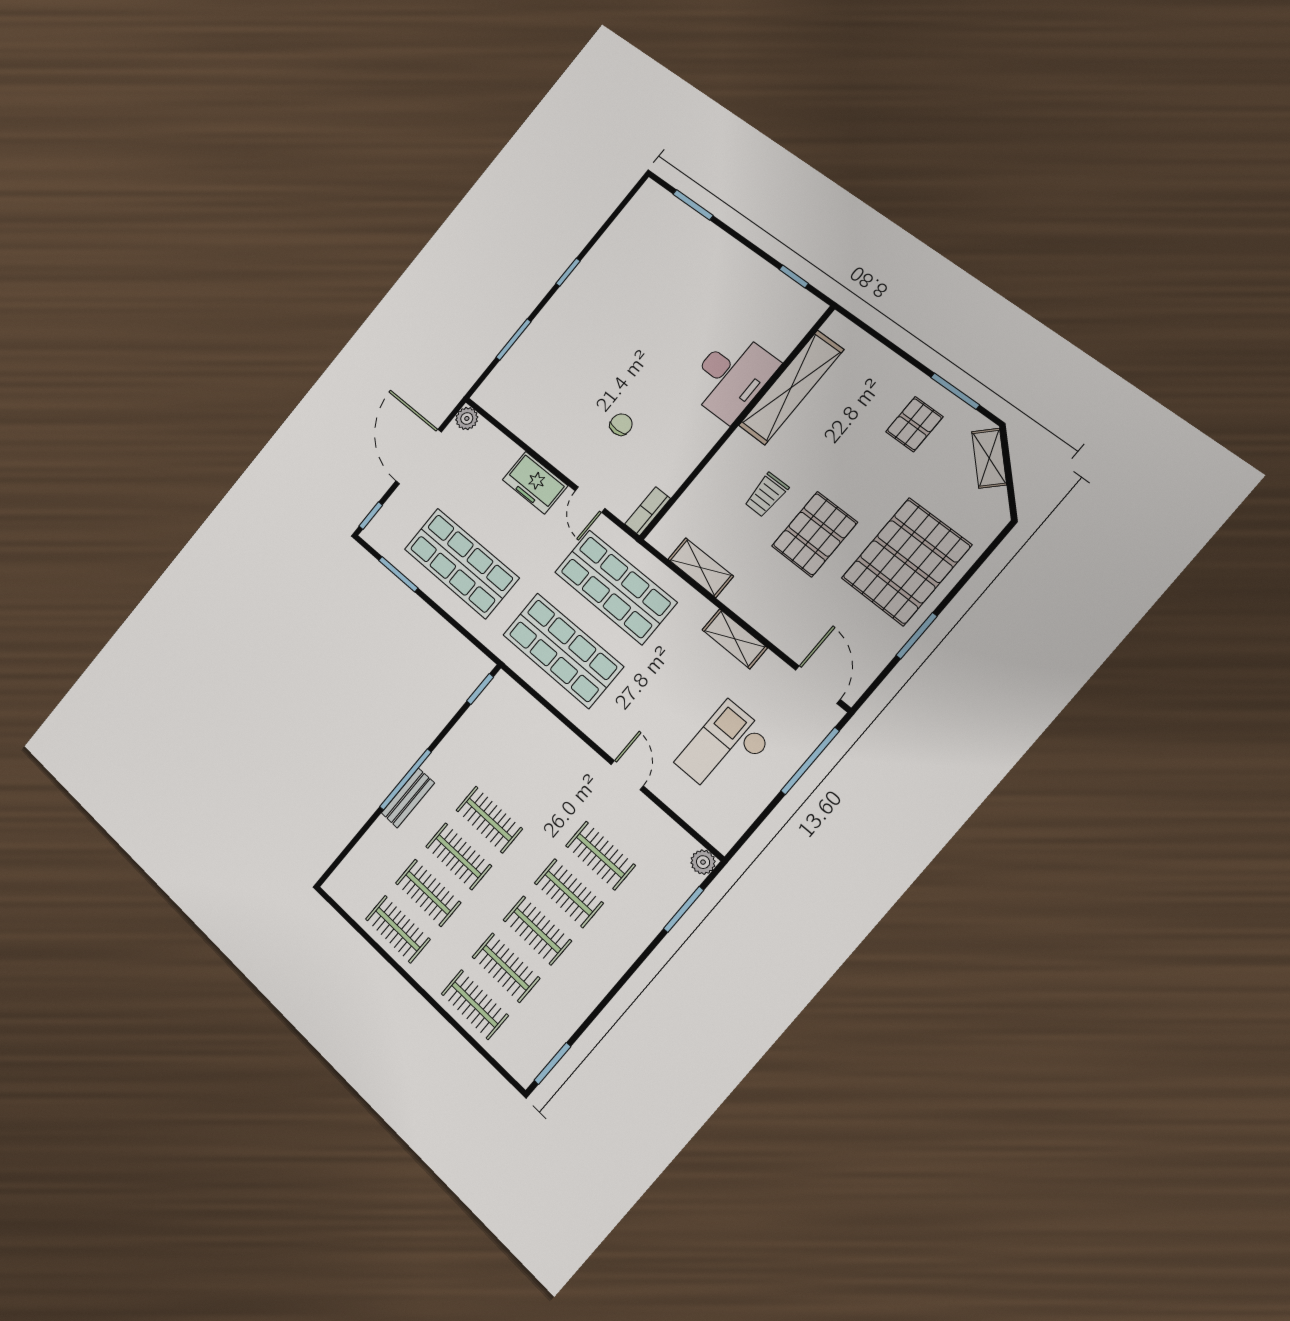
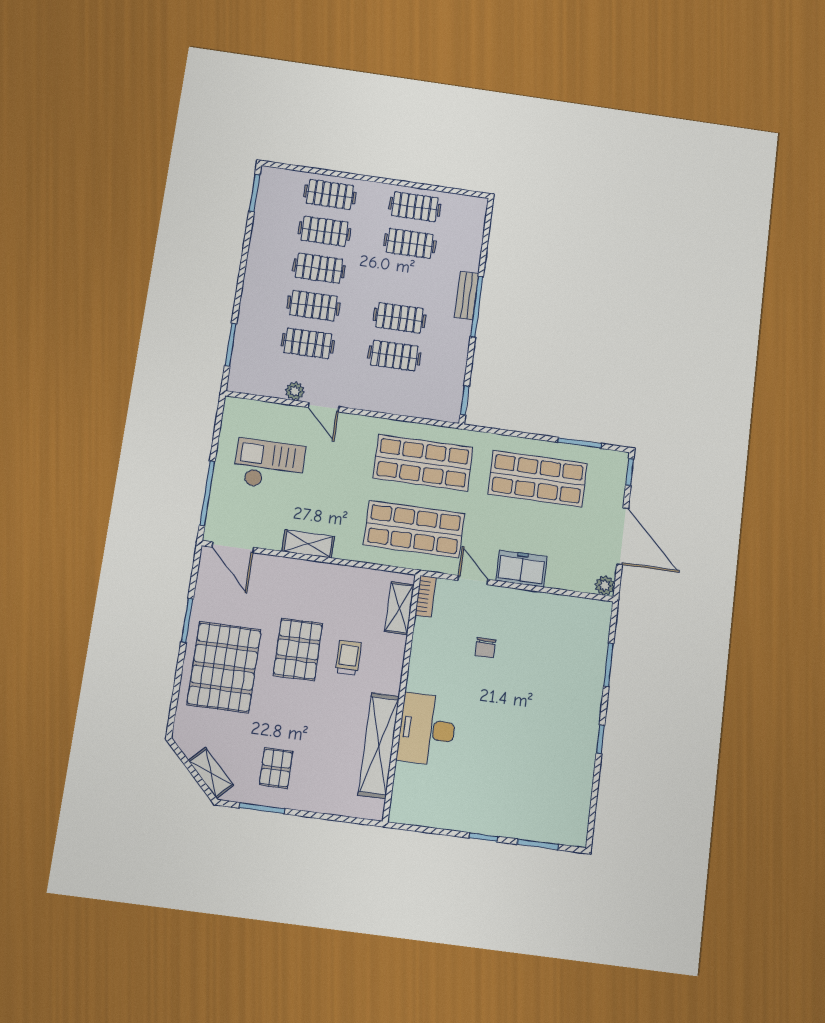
window: (794, 276) -> (483, 837), moved
shelving: (701, 568) -> (399, 608), moved, turned 90
checkout: (724, 750) -> (269, 465), turned -90
clothes rail: (459, 856) -> (394, 356), moved
plant: (703, 862) -> (295, 391), moved

